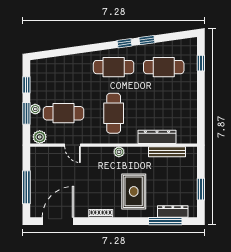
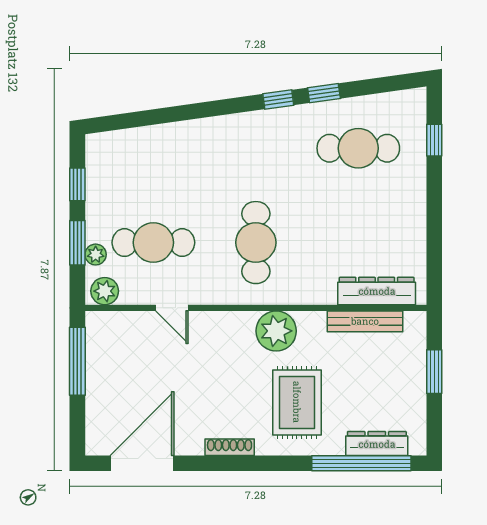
cafe table: (114, 67) -> (256, 148), removed
plant: (35, 109) -> (96, 255), moved
dresser: (157, 137) -> (377, 291), moved
plant: (119, 152) -> (276, 331), width x1.88, depth x1.88
window: (26, 187) -> (77, 361), moved
window: (201, 189) -> (434, 372), moved
window: (165, 221) -> (361, 463), width x1.46

